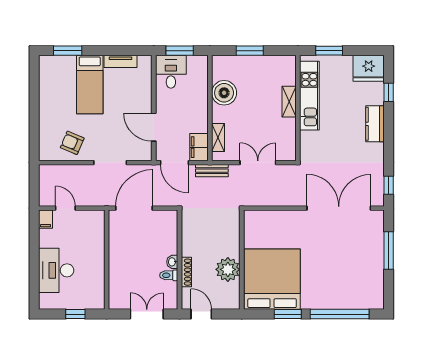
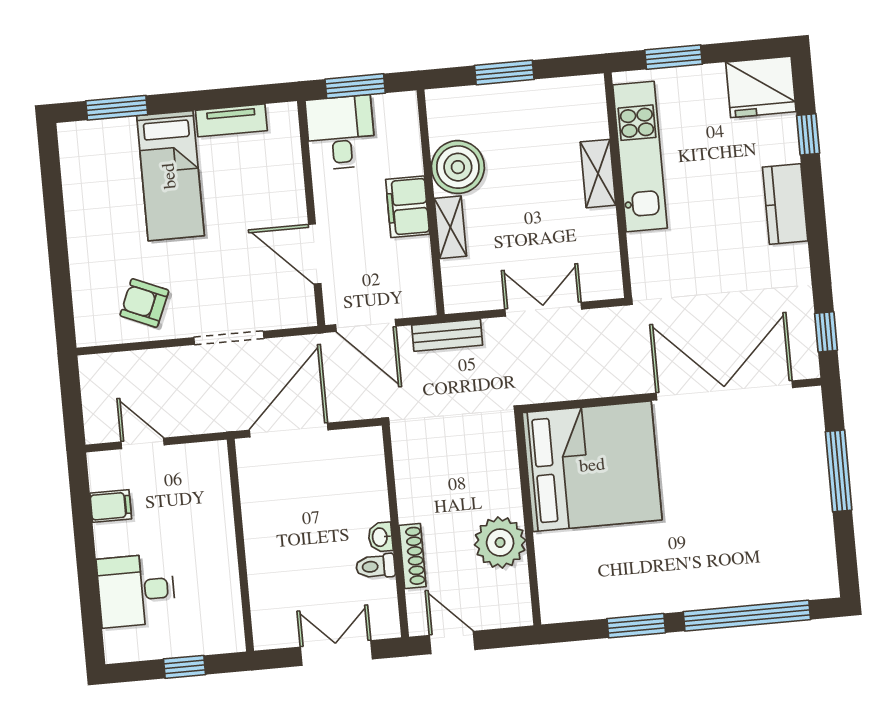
shelving: (218, 138) -> (450, 227), moved
filing cabinet: (199, 147) -> (408, 207), moved
filing cabinet: (46, 219) -> (111, 506), moved, turned -90
desk: (56, 270) -> (136, 590), width x0.73
bed: (272, 279) -> (592, 466), moved, turned 90

